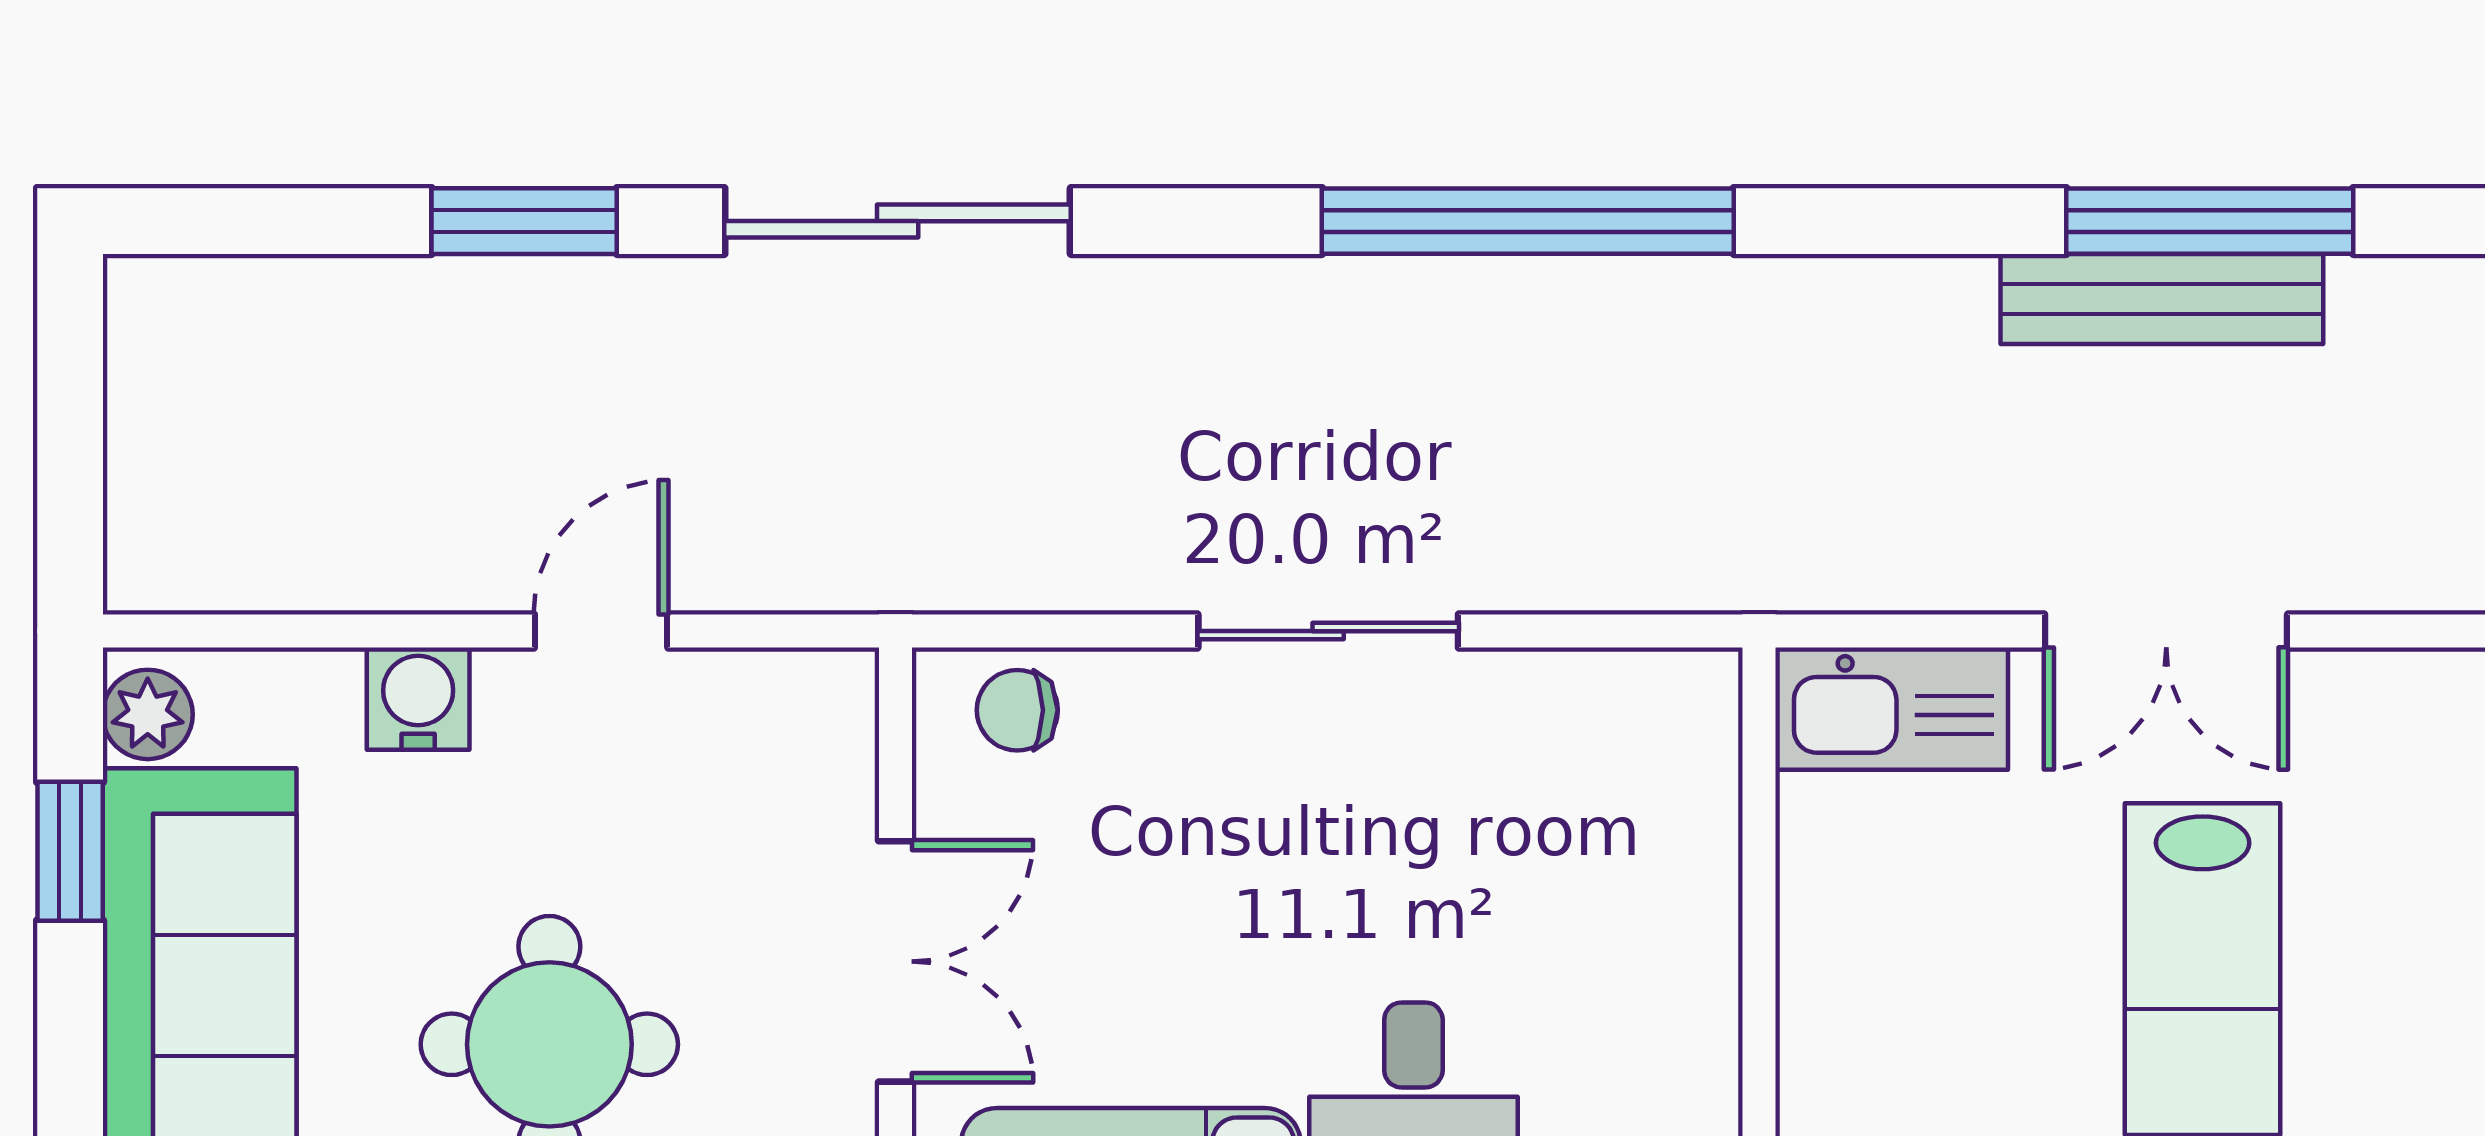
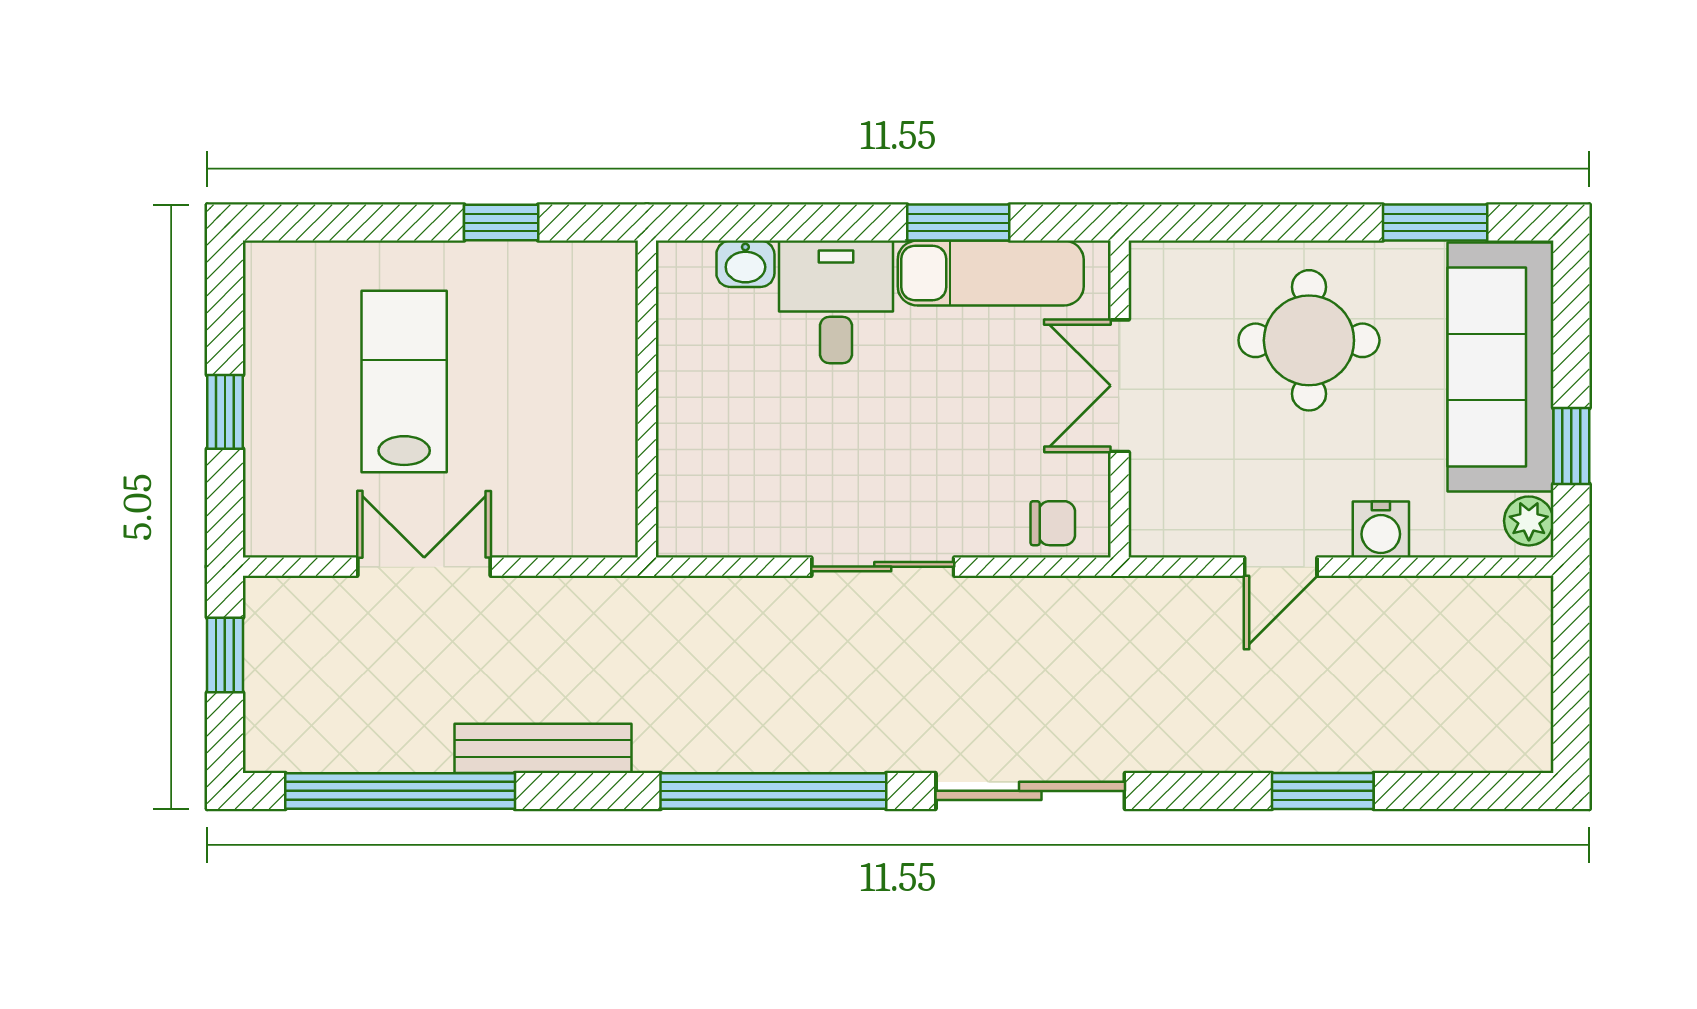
sliding door: (898, 221) -> (1030, 791), moved
window: (2210, 221) -> (400, 791), width x1.46
bench: (2162, 299) -> (543, 748), moved
kitchen sink: (1892, 709) -> (574, 524), removed

